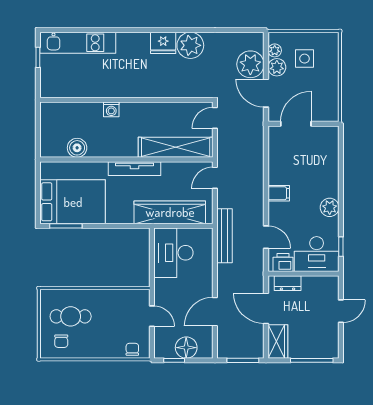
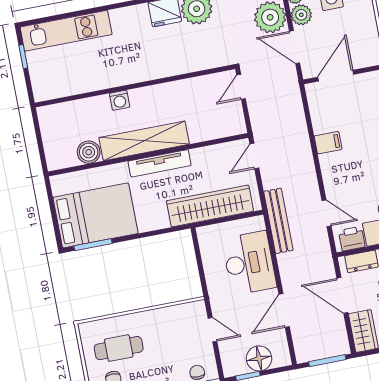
shelving: (176, 147) -> (144, 141), moved
filing cabinet: (279, 193) -> (328, 143), moved
desk: (173, 253) -> (249, 263), moved, turned 180

